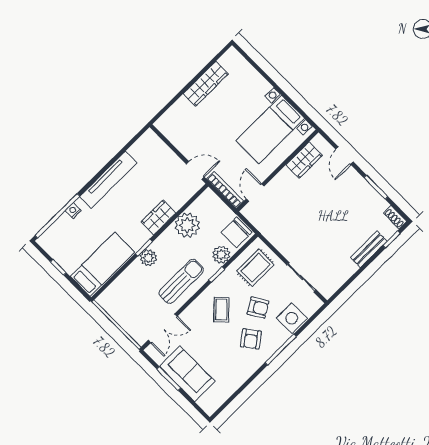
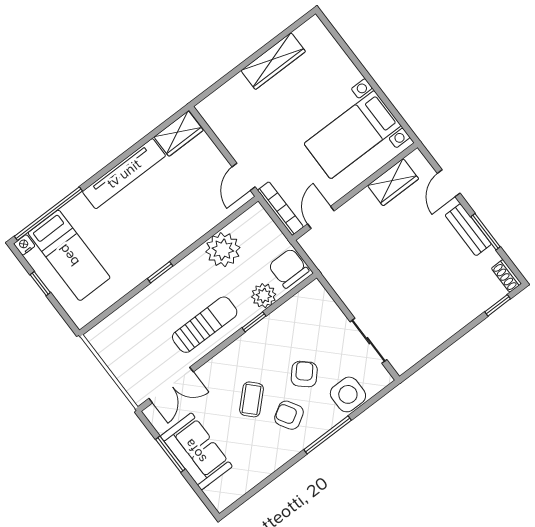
door: (195, 171) -> (244, 177), swing flipped
nightstand: (73, 211) -> (24, 245), moved
wardrobe: (158, 217) -> (179, 134), moved, turned 180
chair: (237, 232) -> (289, 268), turned 90
bench: (369, 249) -> (468, 230), moved, turned 90
plant: (148, 258) -> (164, 287), removed
bed: (102, 264) -> (69, 255), moved, turned 90
rug: (255, 268) -> (308, 320), removed
armchair: (258, 308) -> (304, 374), turned -107
coffee table: (222, 310) -> (252, 399), moved
armchair: (251, 339) -> (289, 415), turned 96

